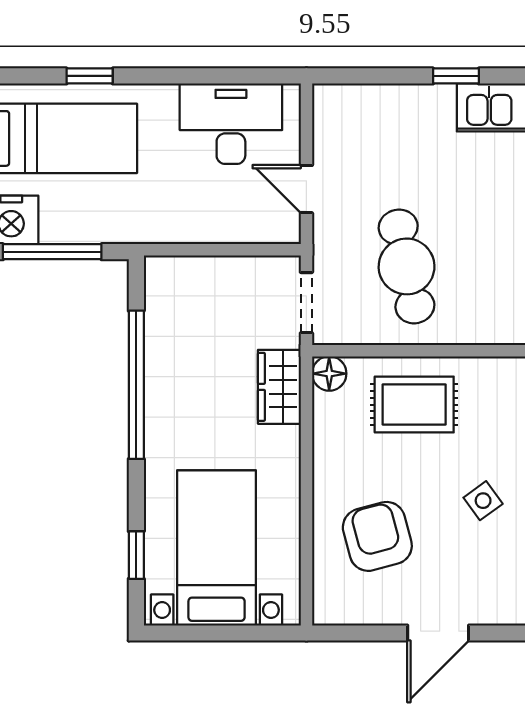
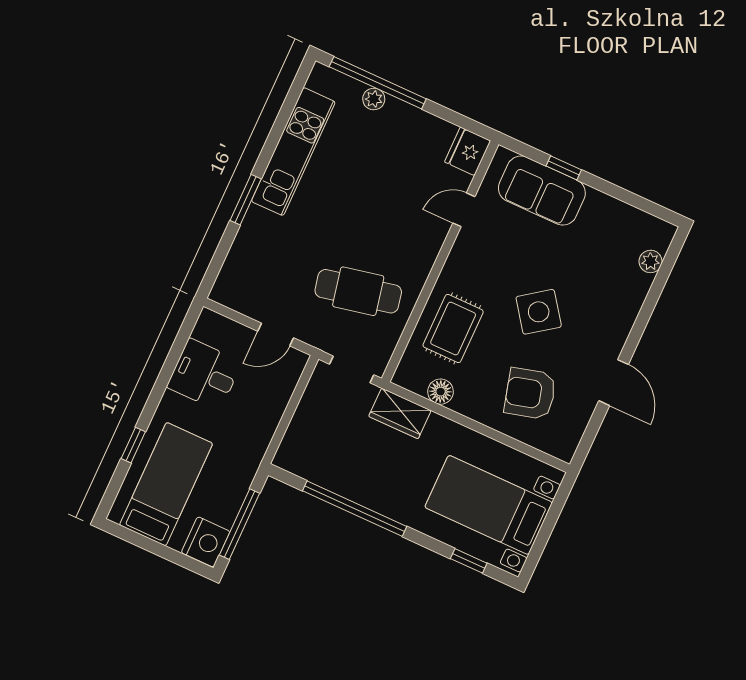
window: (456, 76) -> (246, 200), width x1.50
desk: (231, 124) -> (204, 374), width x0.73
floor lamp: (329, 374) -> (441, 392), moved
side table: (483, 501) -> (539, 312), width x1.87, depth x1.87

